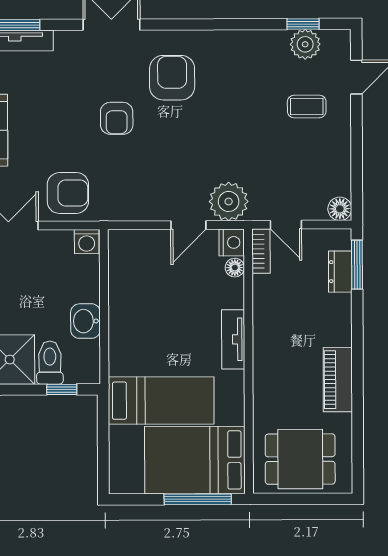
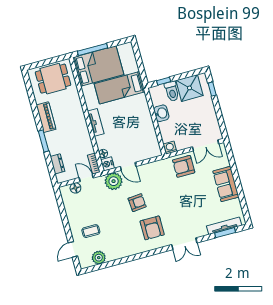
window: (303, 24) -> (102, 266), removed
armchair: (117, 118) -> (137, 203), moved, turned 85
floor lamp: (340, 209) -> (75, 188), moved
door: (188, 225) -> (128, 166), swing flipped
window: (357, 265) -> (43, 141), moved

